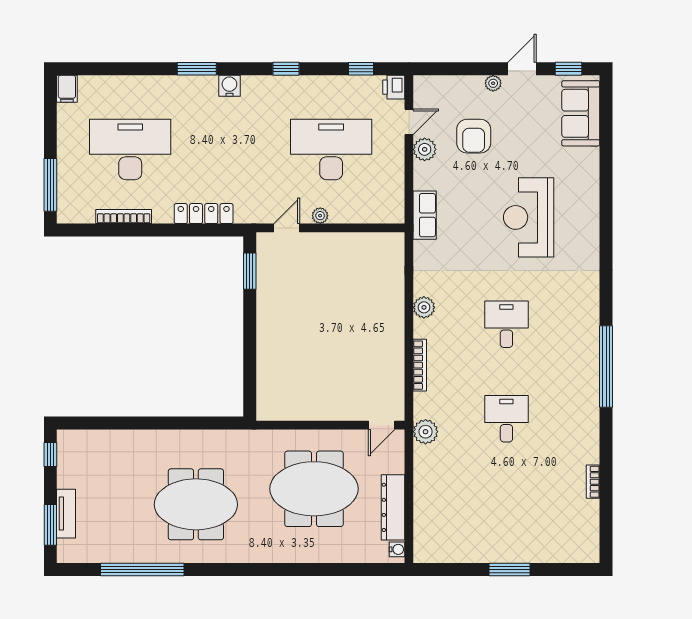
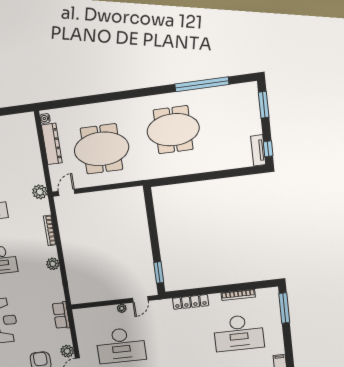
tv unit: (66, 514) -> (258, 150), moved

